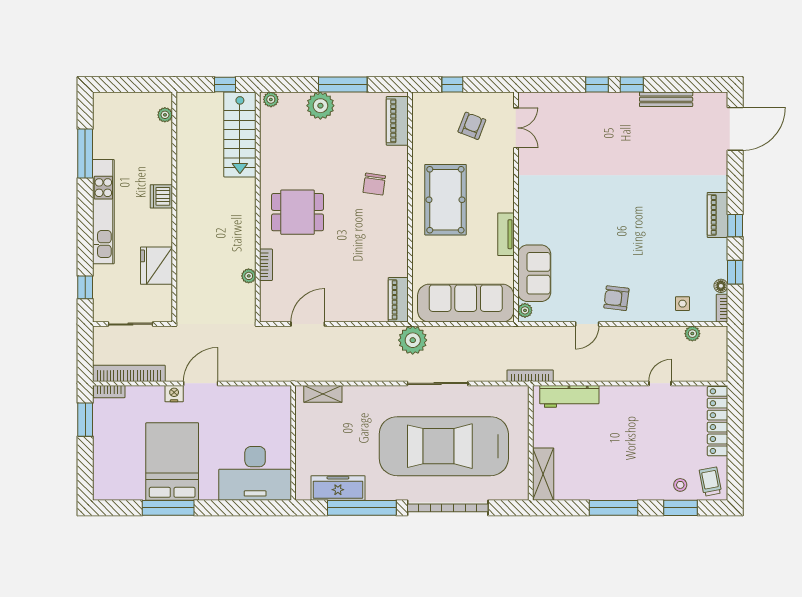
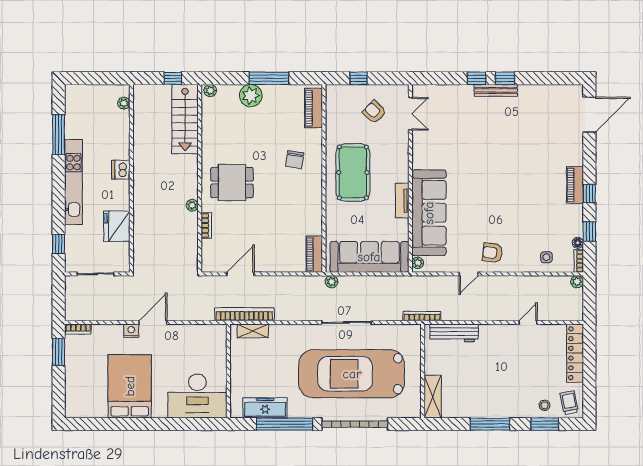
bench: (666, 99) -> (496, 90), moved
armchair: (472, 126) -> (374, 112), turned -67
sofa: (534, 273) -> (429, 213), width x1.85, depth x1.27
plant: (249, 276) -> (192, 205), moved
plant: (692, 334) -> (577, 282), moved
plant: (413, 340) -> (332, 282), width x0.53, depth x0.53
bookcase: (129, 373) -> (244, 314), moved
window: (168, 508) -> (126, 424), removed

